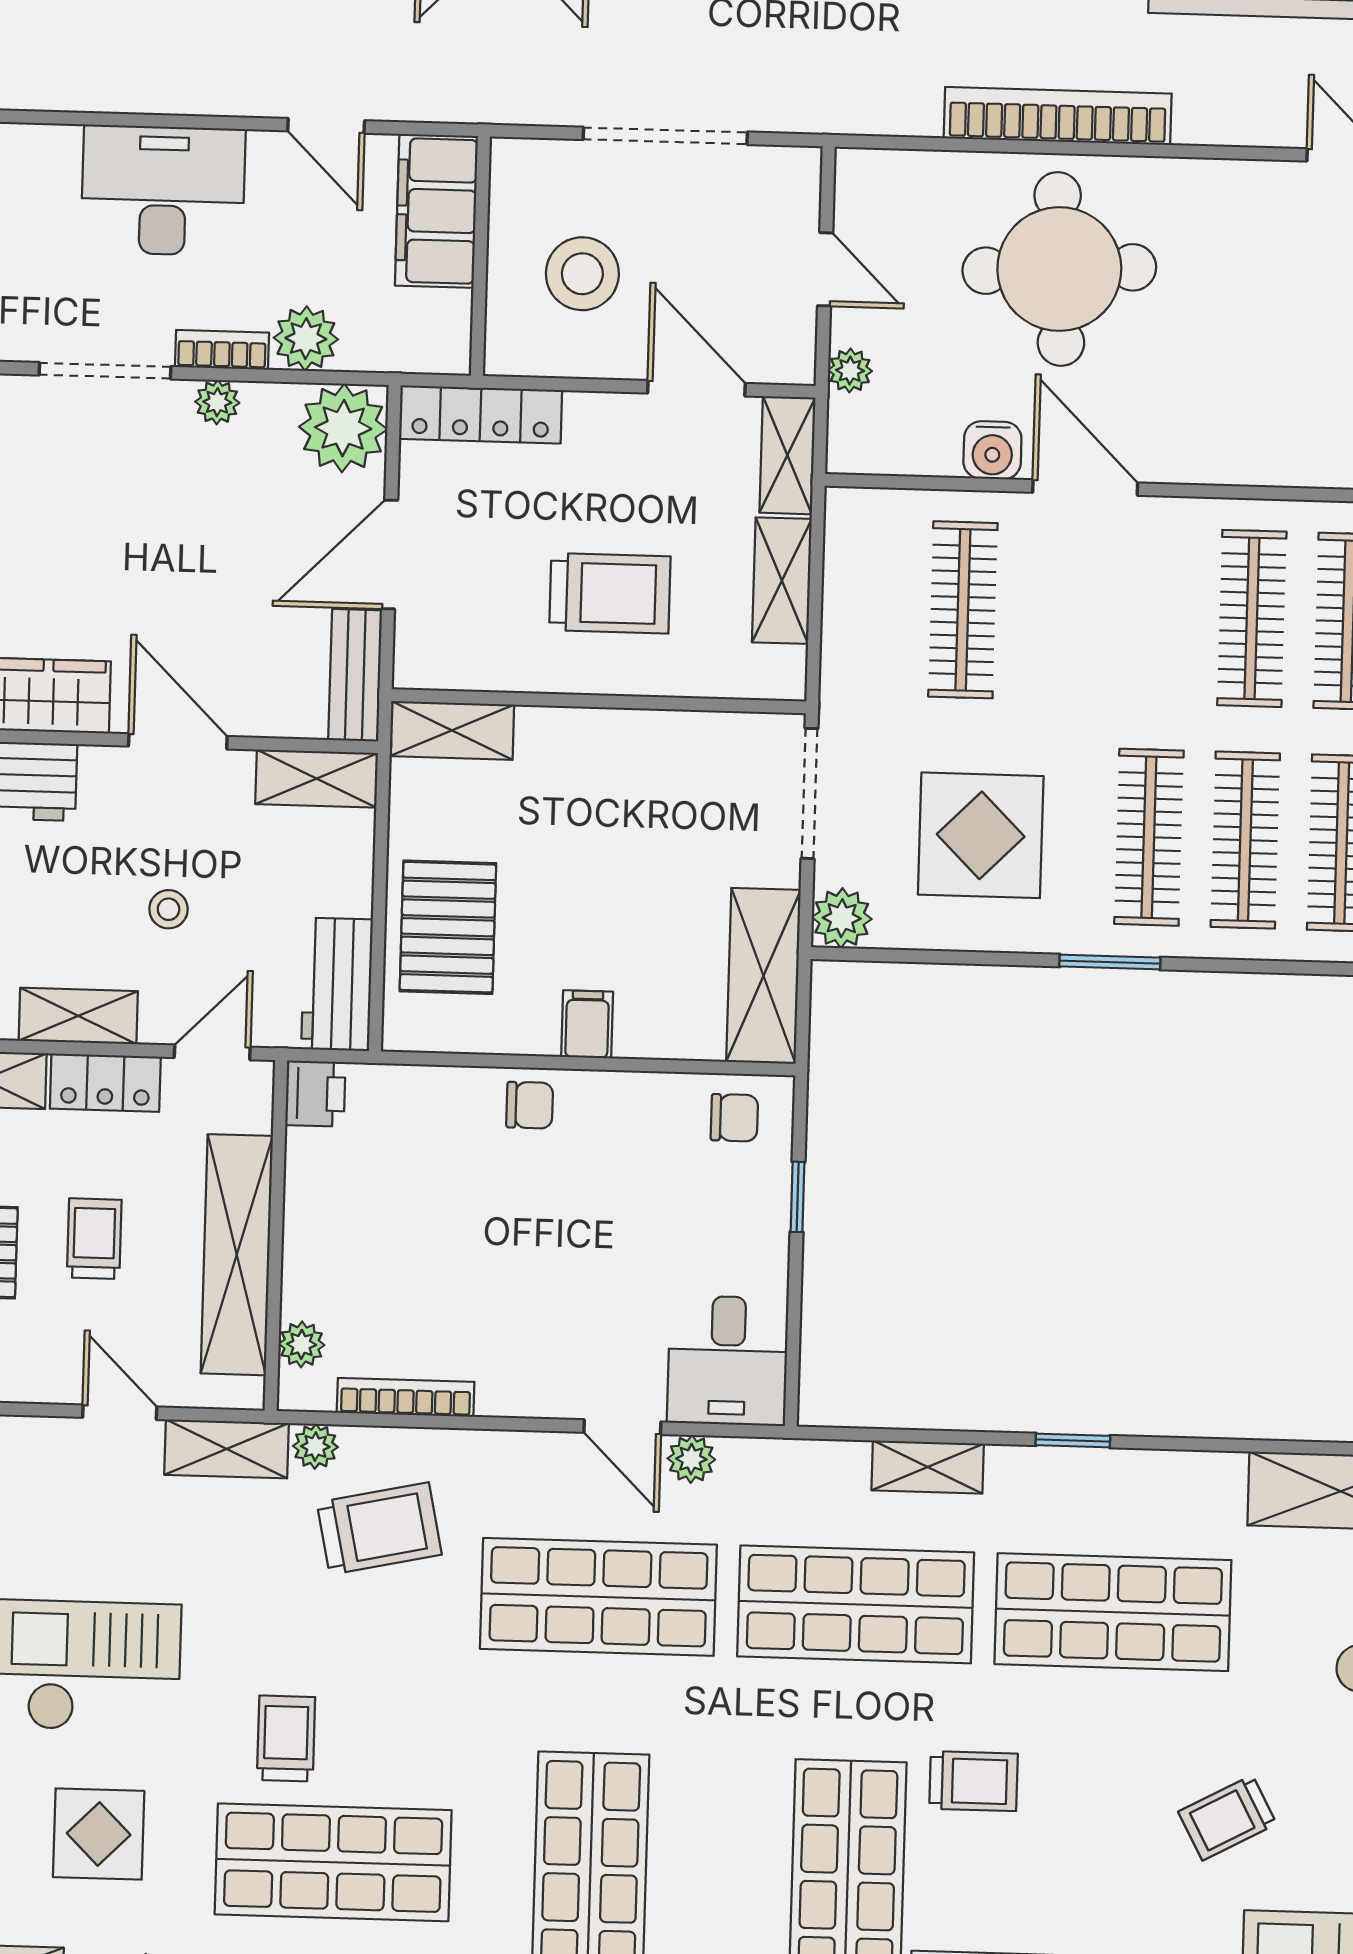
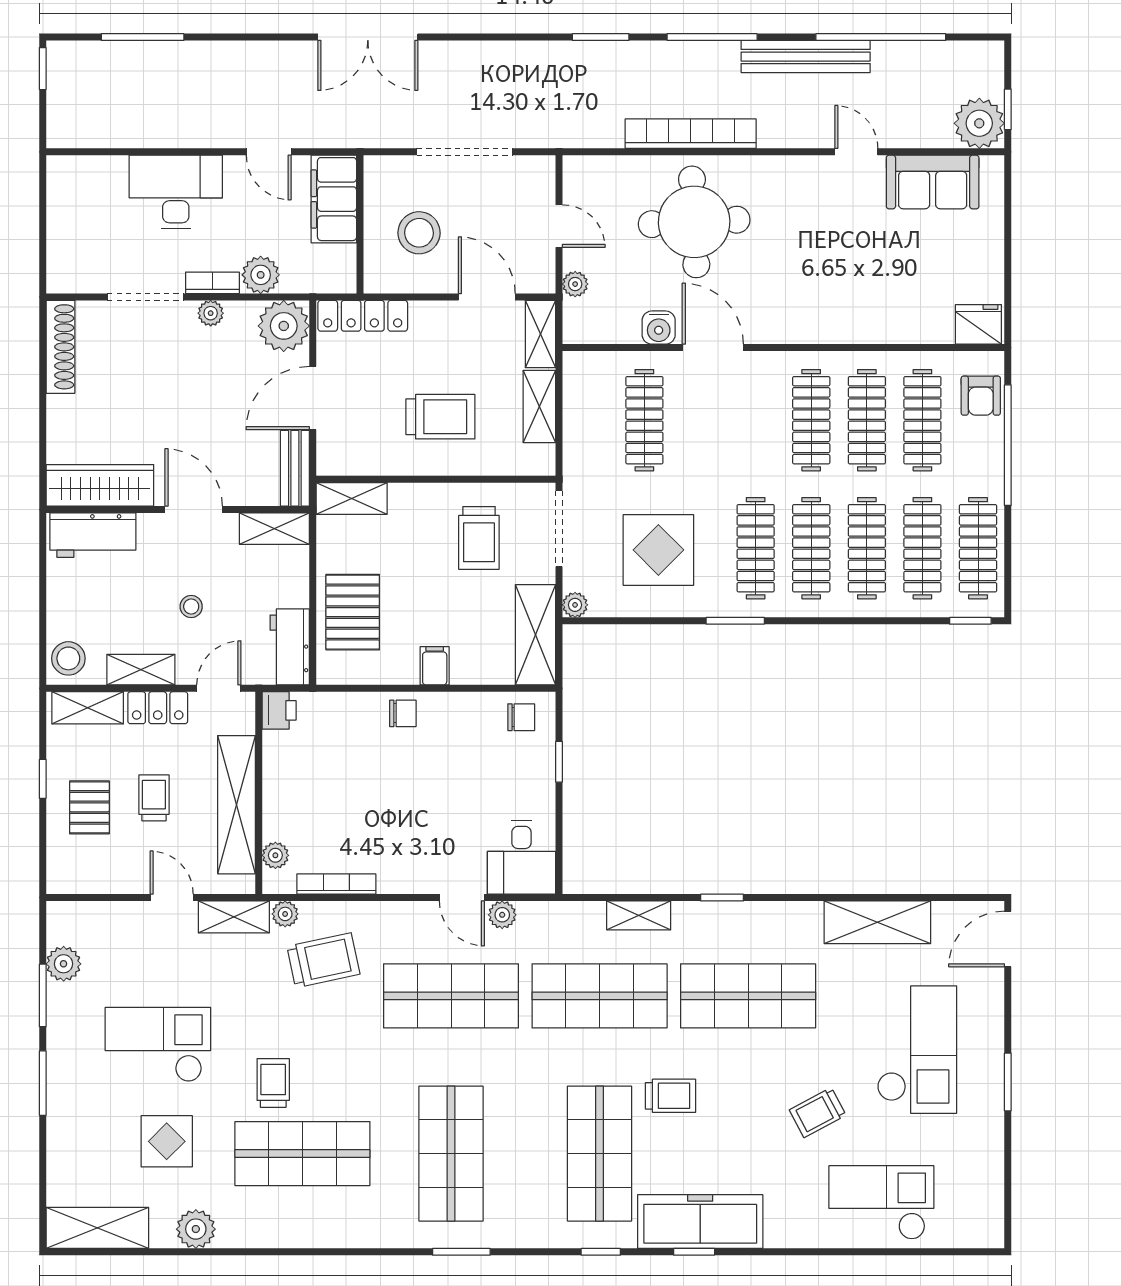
trolley: (670, 805) -> (479, 538), added
plant: (842, 918) -> (575, 605), width x0.73, depth x0.73

